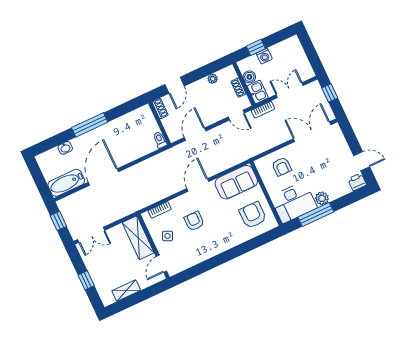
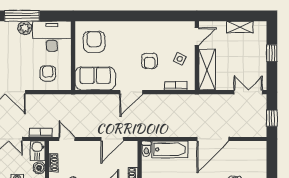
bathtub: (66, 183) -> (170, 149), moved
armchair: (253, 215) -> (94, 42), turned 180
window: (316, 215) -> (22, 16), moved

